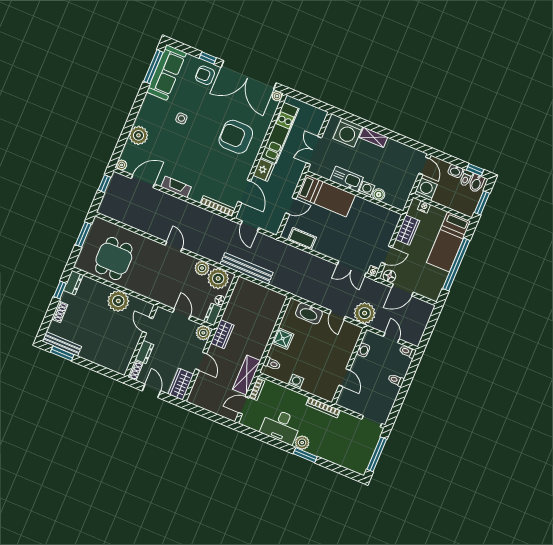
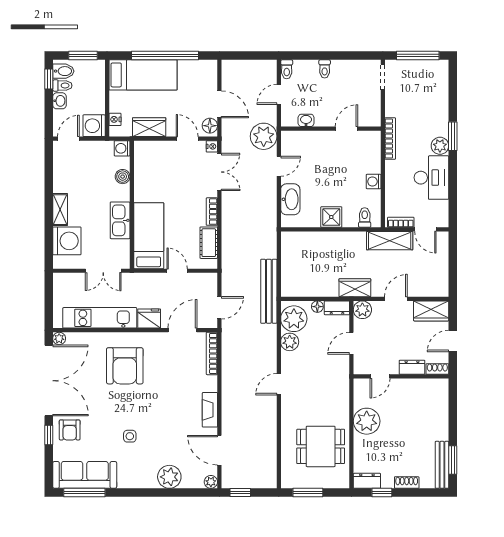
washing machine: (367, 189) -> (122, 148), moved
bookcase: (324, 251) -> (212, 212), added

